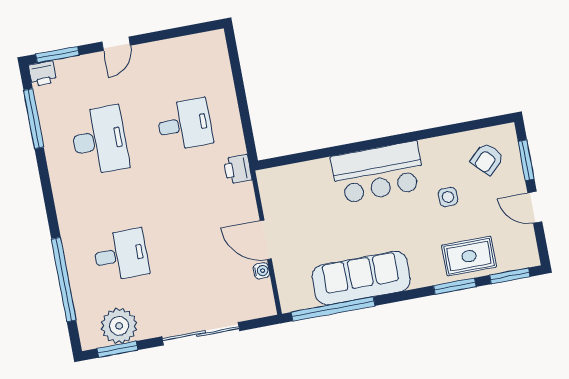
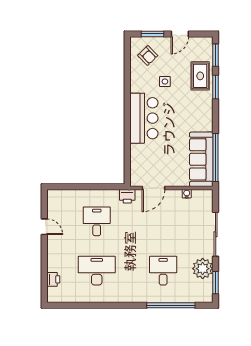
door: (116, 44) -> (44, 227), moved
window: (57, 55) -> (44, 285), removed
printer: (43, 74) -> (53, 279), moved
window: (34, 119) -> (78, 305), removed
door: (266, 240) -> (153, 188), moved
sofa: (361, 278) -> (201, 159), moved
plant: (119, 326) -> (203, 269), moved

